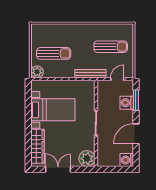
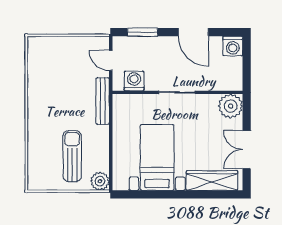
sun lounger: (111, 47) -> (62, 70), removed
washing machine: (127, 103) -> (134, 81), moved, turned 180

